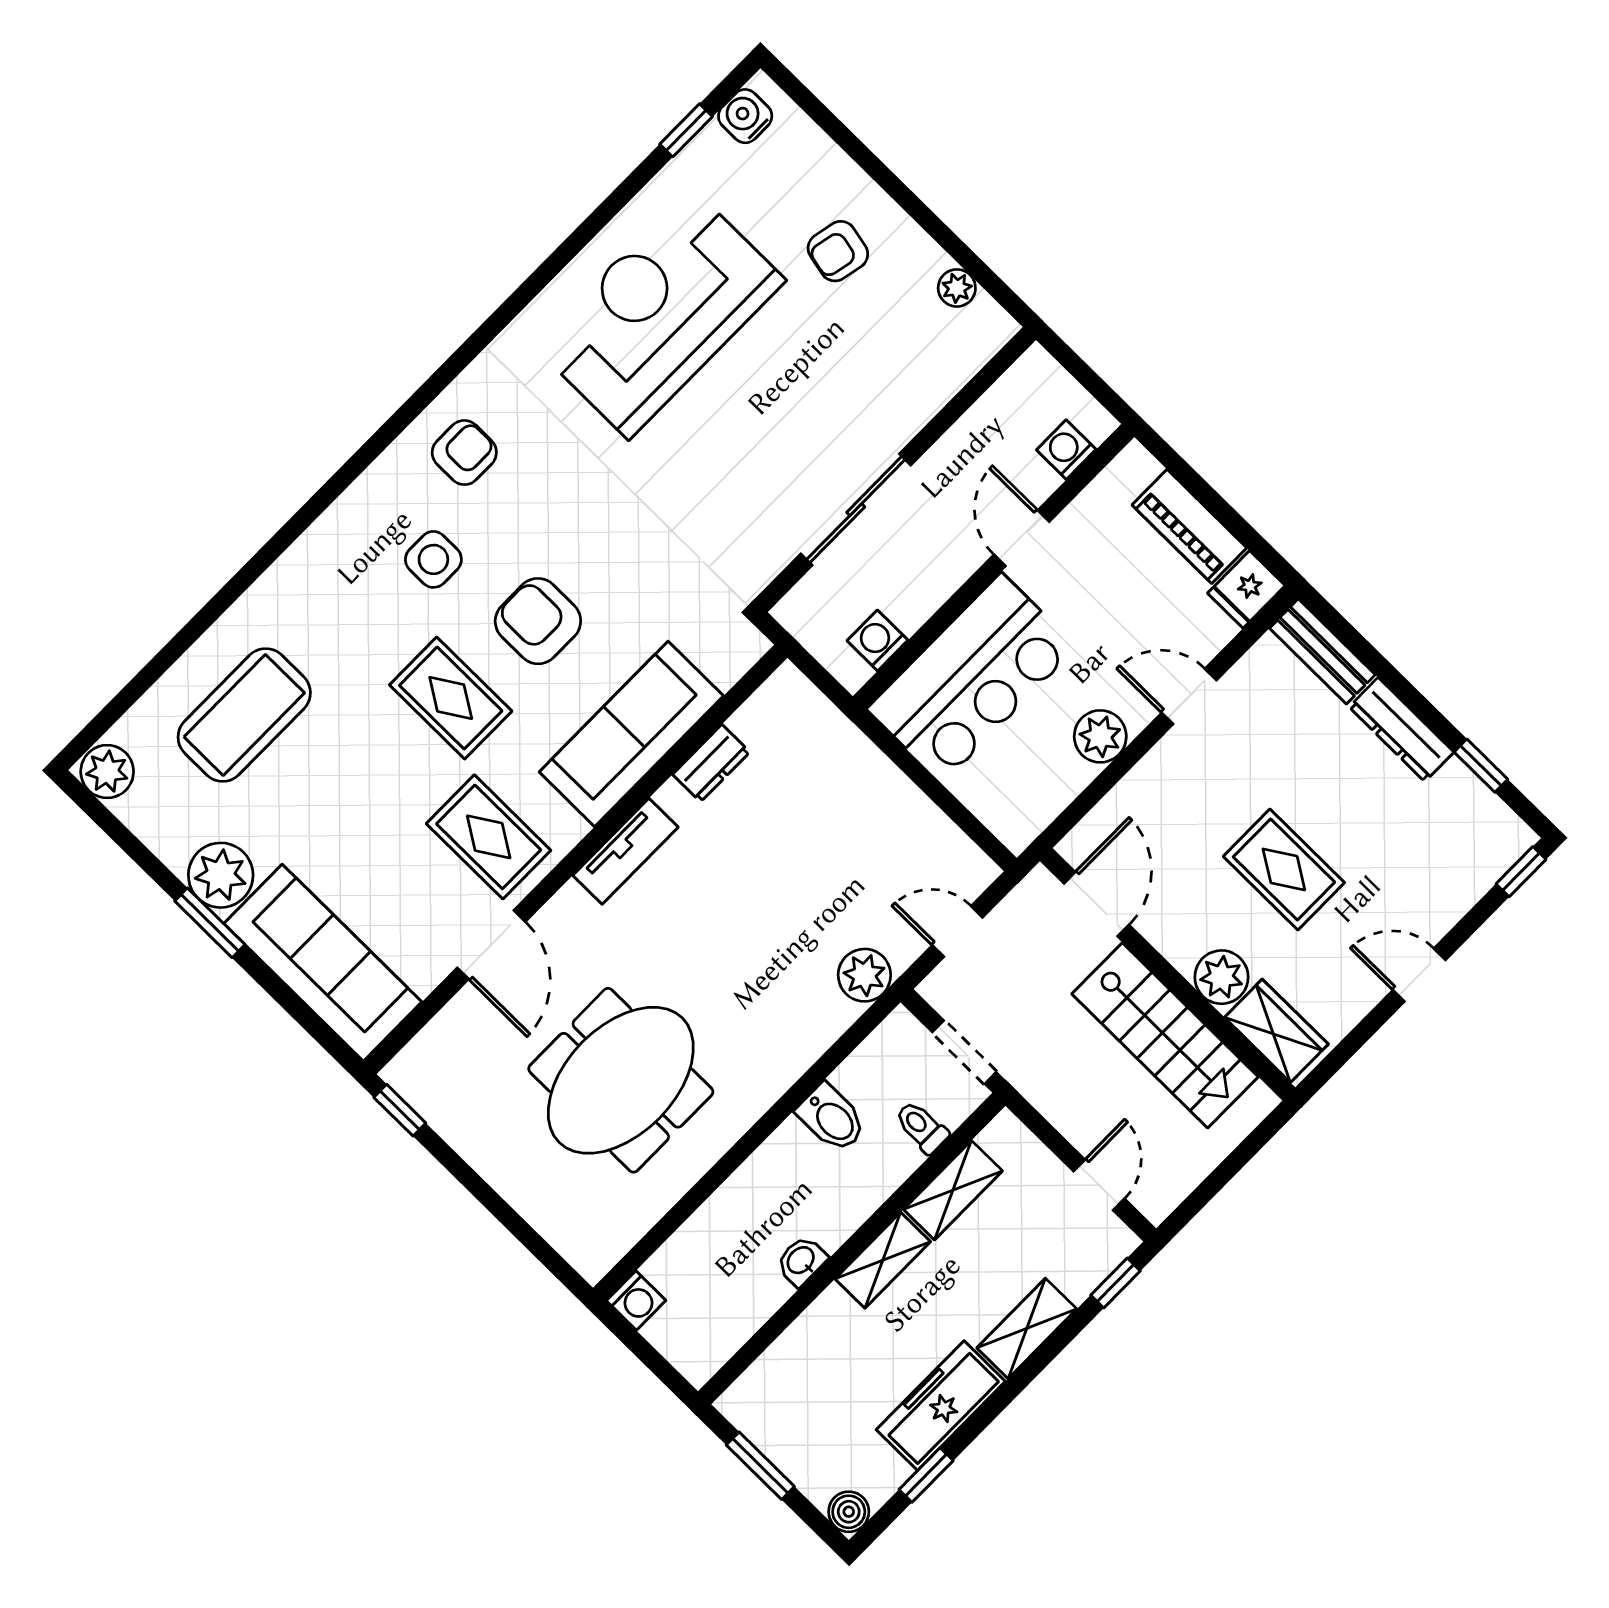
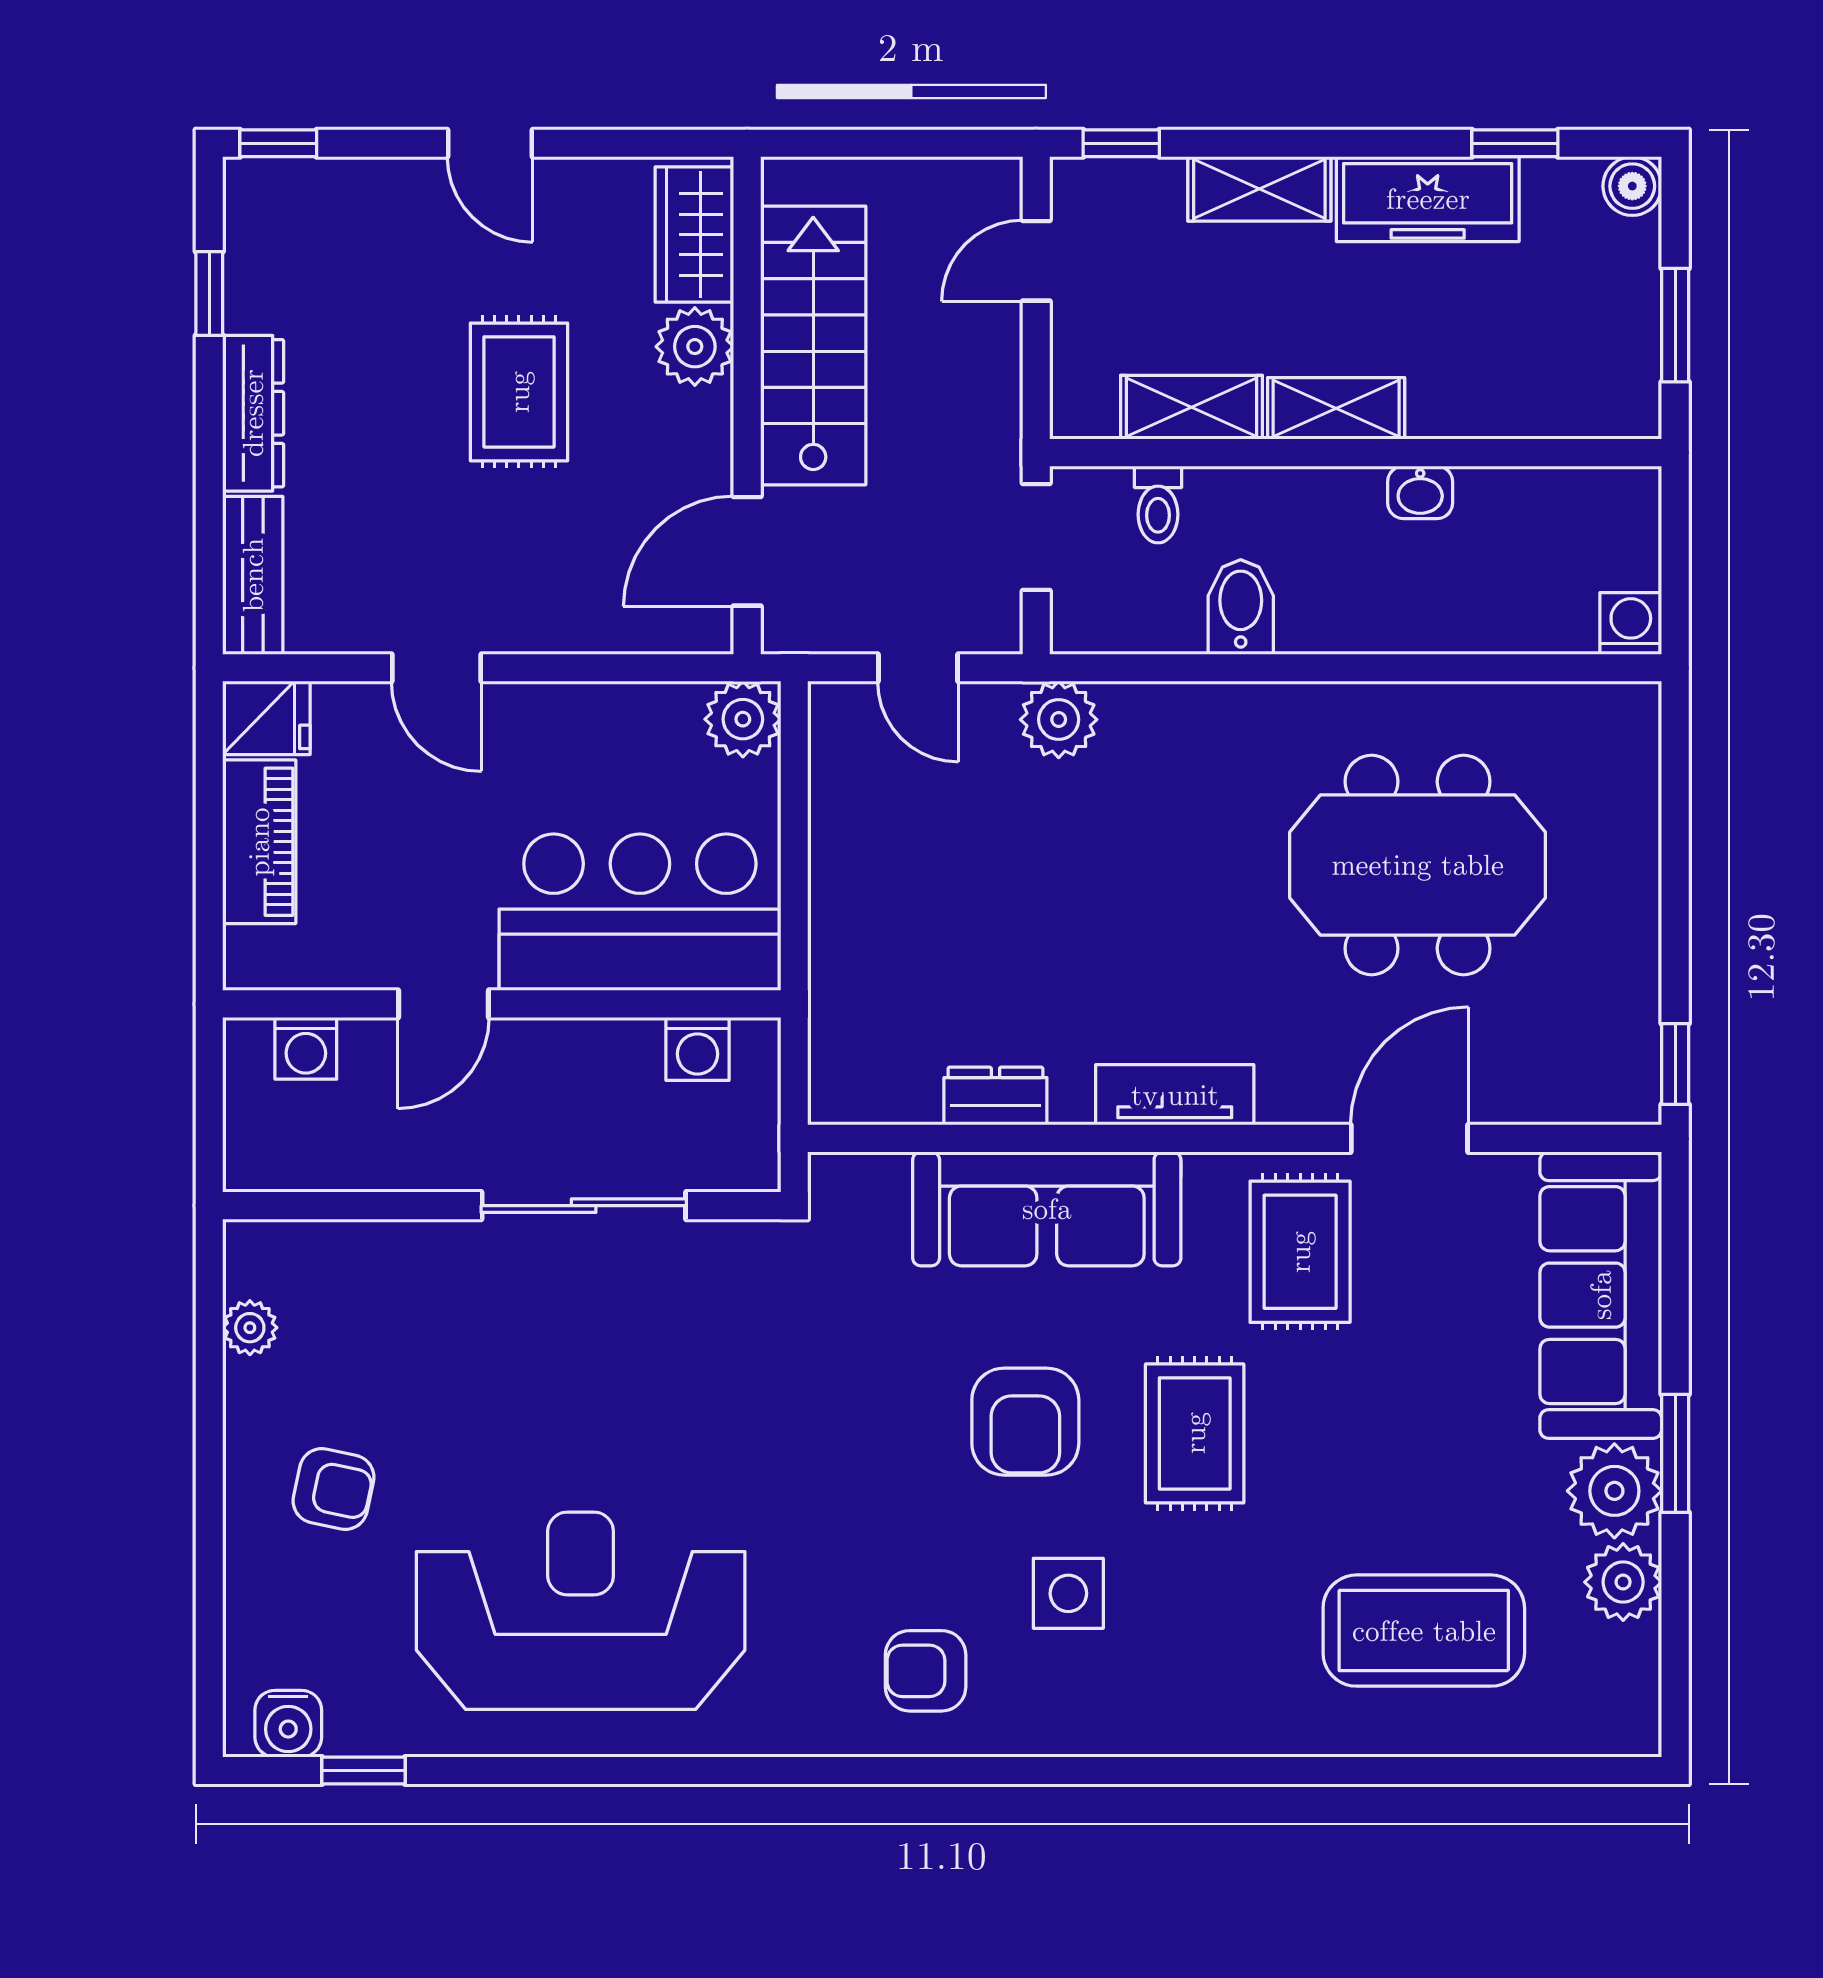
reception desk: (660, 313) -> (581, 1611), turned 180
plant: (1100, 736) -> (743, 719), moved
plant: (107, 772) -> (1623, 1582), moved

